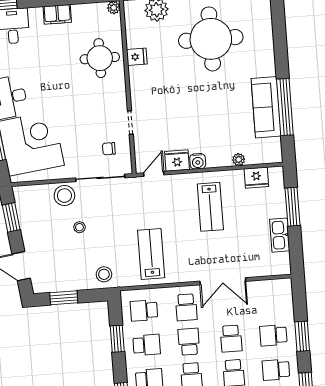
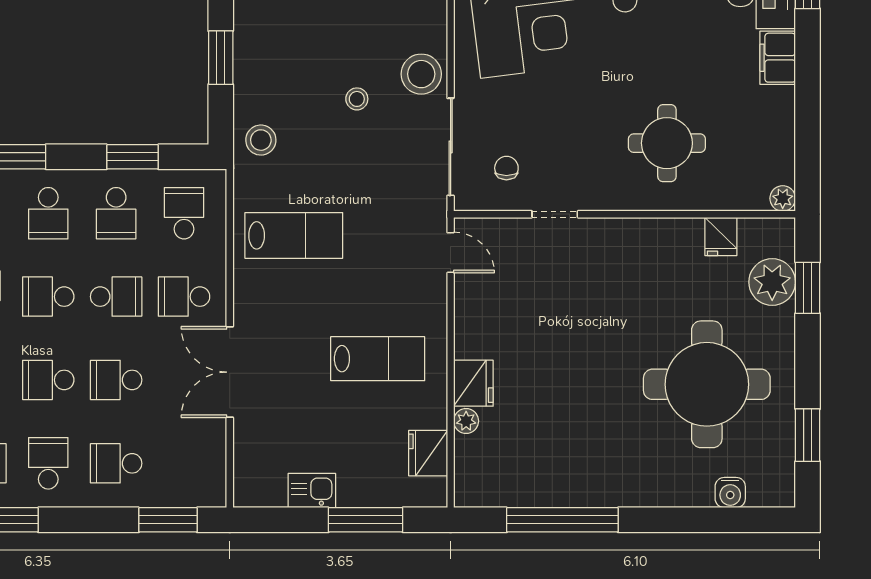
filing cabinet: (57, 14) -> (778, 58), moved
fridge: (137, 57) -> (721, 236), moved
round table: (100, 58) -> (667, 143), moved
sofa: (266, 107) -> (565, 483), removed
fridge: (177, 160) -> (473, 383), moved
water cooler: (198, 161) -> (730, 493), moved, turned -90
lab bench: (210, 207) -> (378, 359), turned 180
kitchen sink: (280, 235) -> (312, 490), width x0.73
school desk: (273, 335) -> (116, 463), turned -90
window: (302, 336) -> (168, 520), moved

